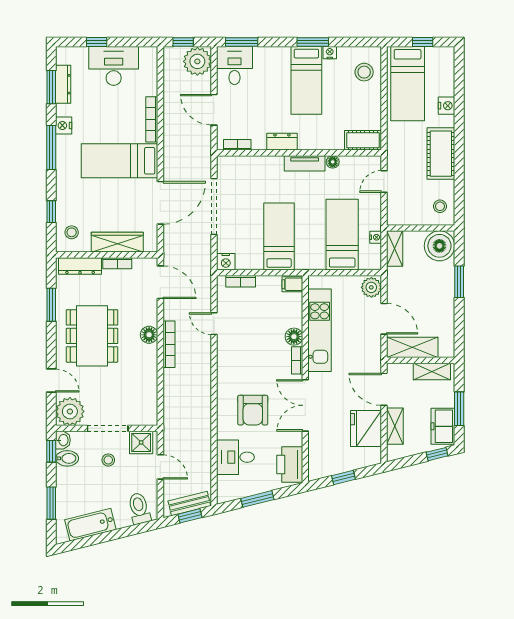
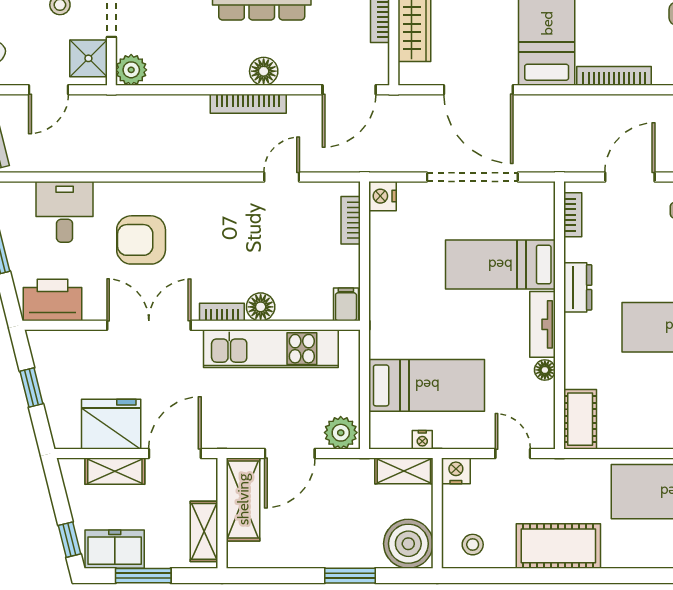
nightstand: (447, 106) -> (456, 471), moved, turned 180
bed: (279, 236) -> (500, 265), moved, turned 180
plant: (148, 416) -> (131, 70), added

